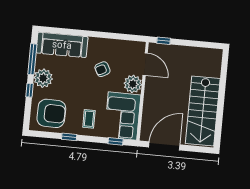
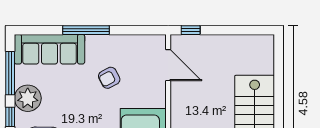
window: (89, 34) -> (86, 30), added
plant: (133, 84) -> (153, 94), removed

